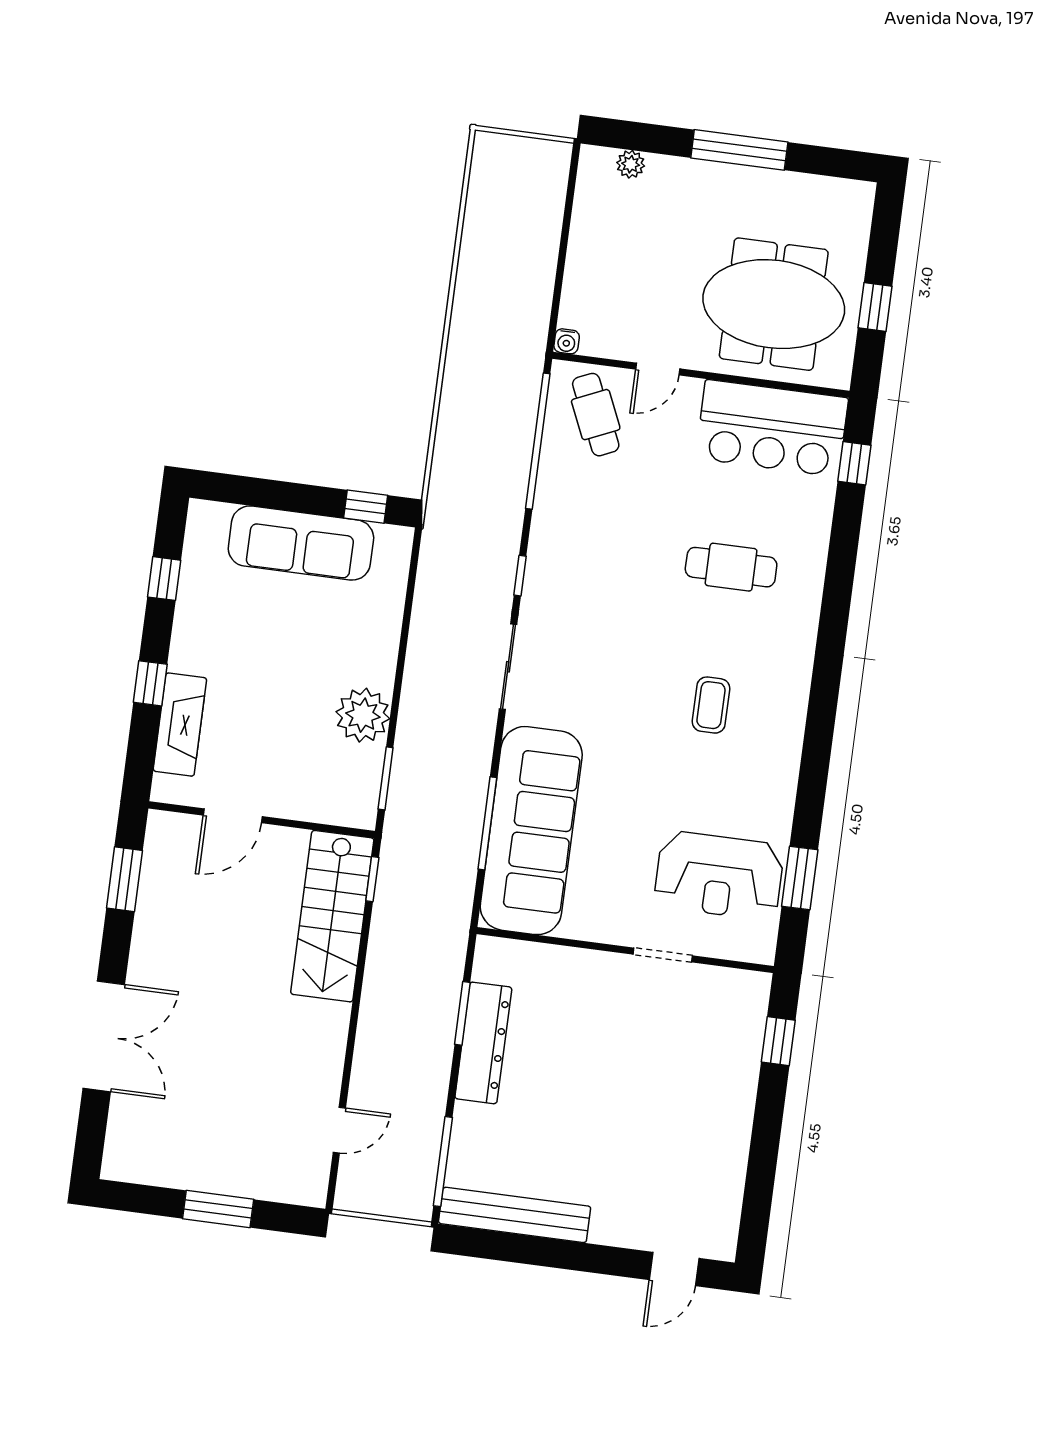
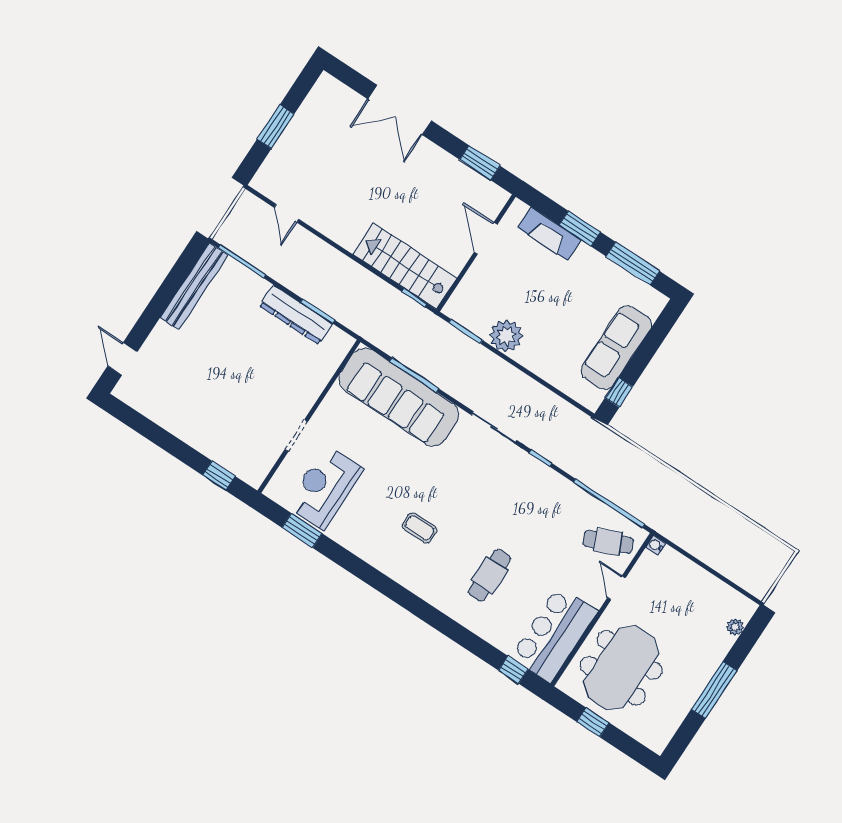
window: (164, 579) -> (633, 264), width x2.17
window: (150, 683) -> (580, 229), width x1.50

